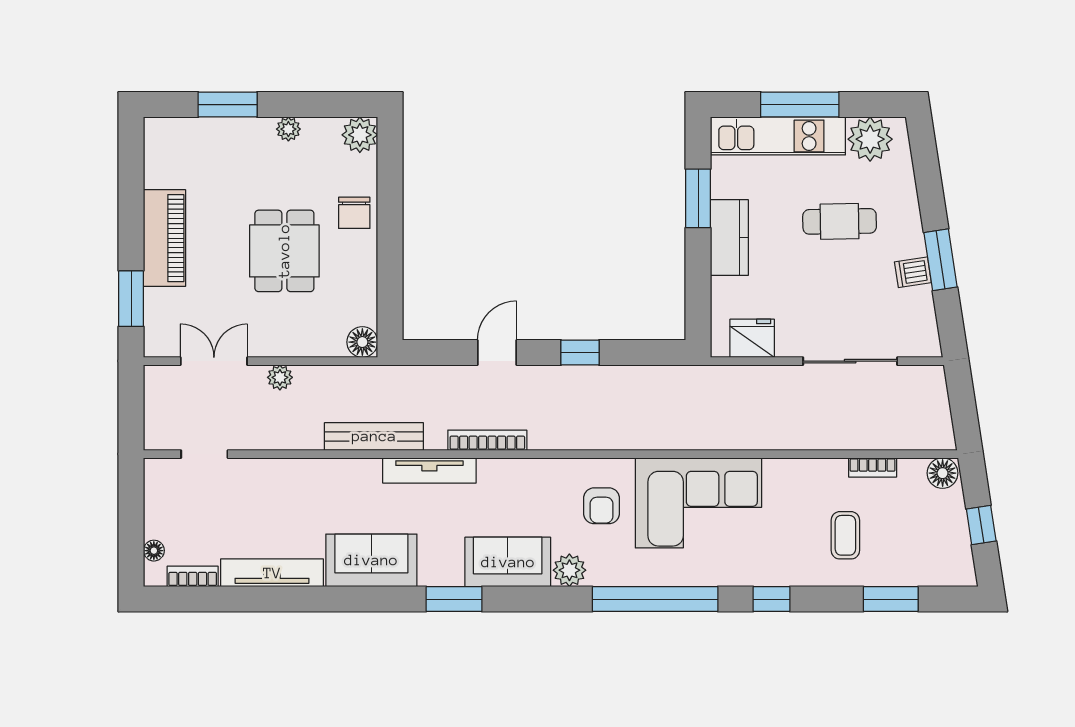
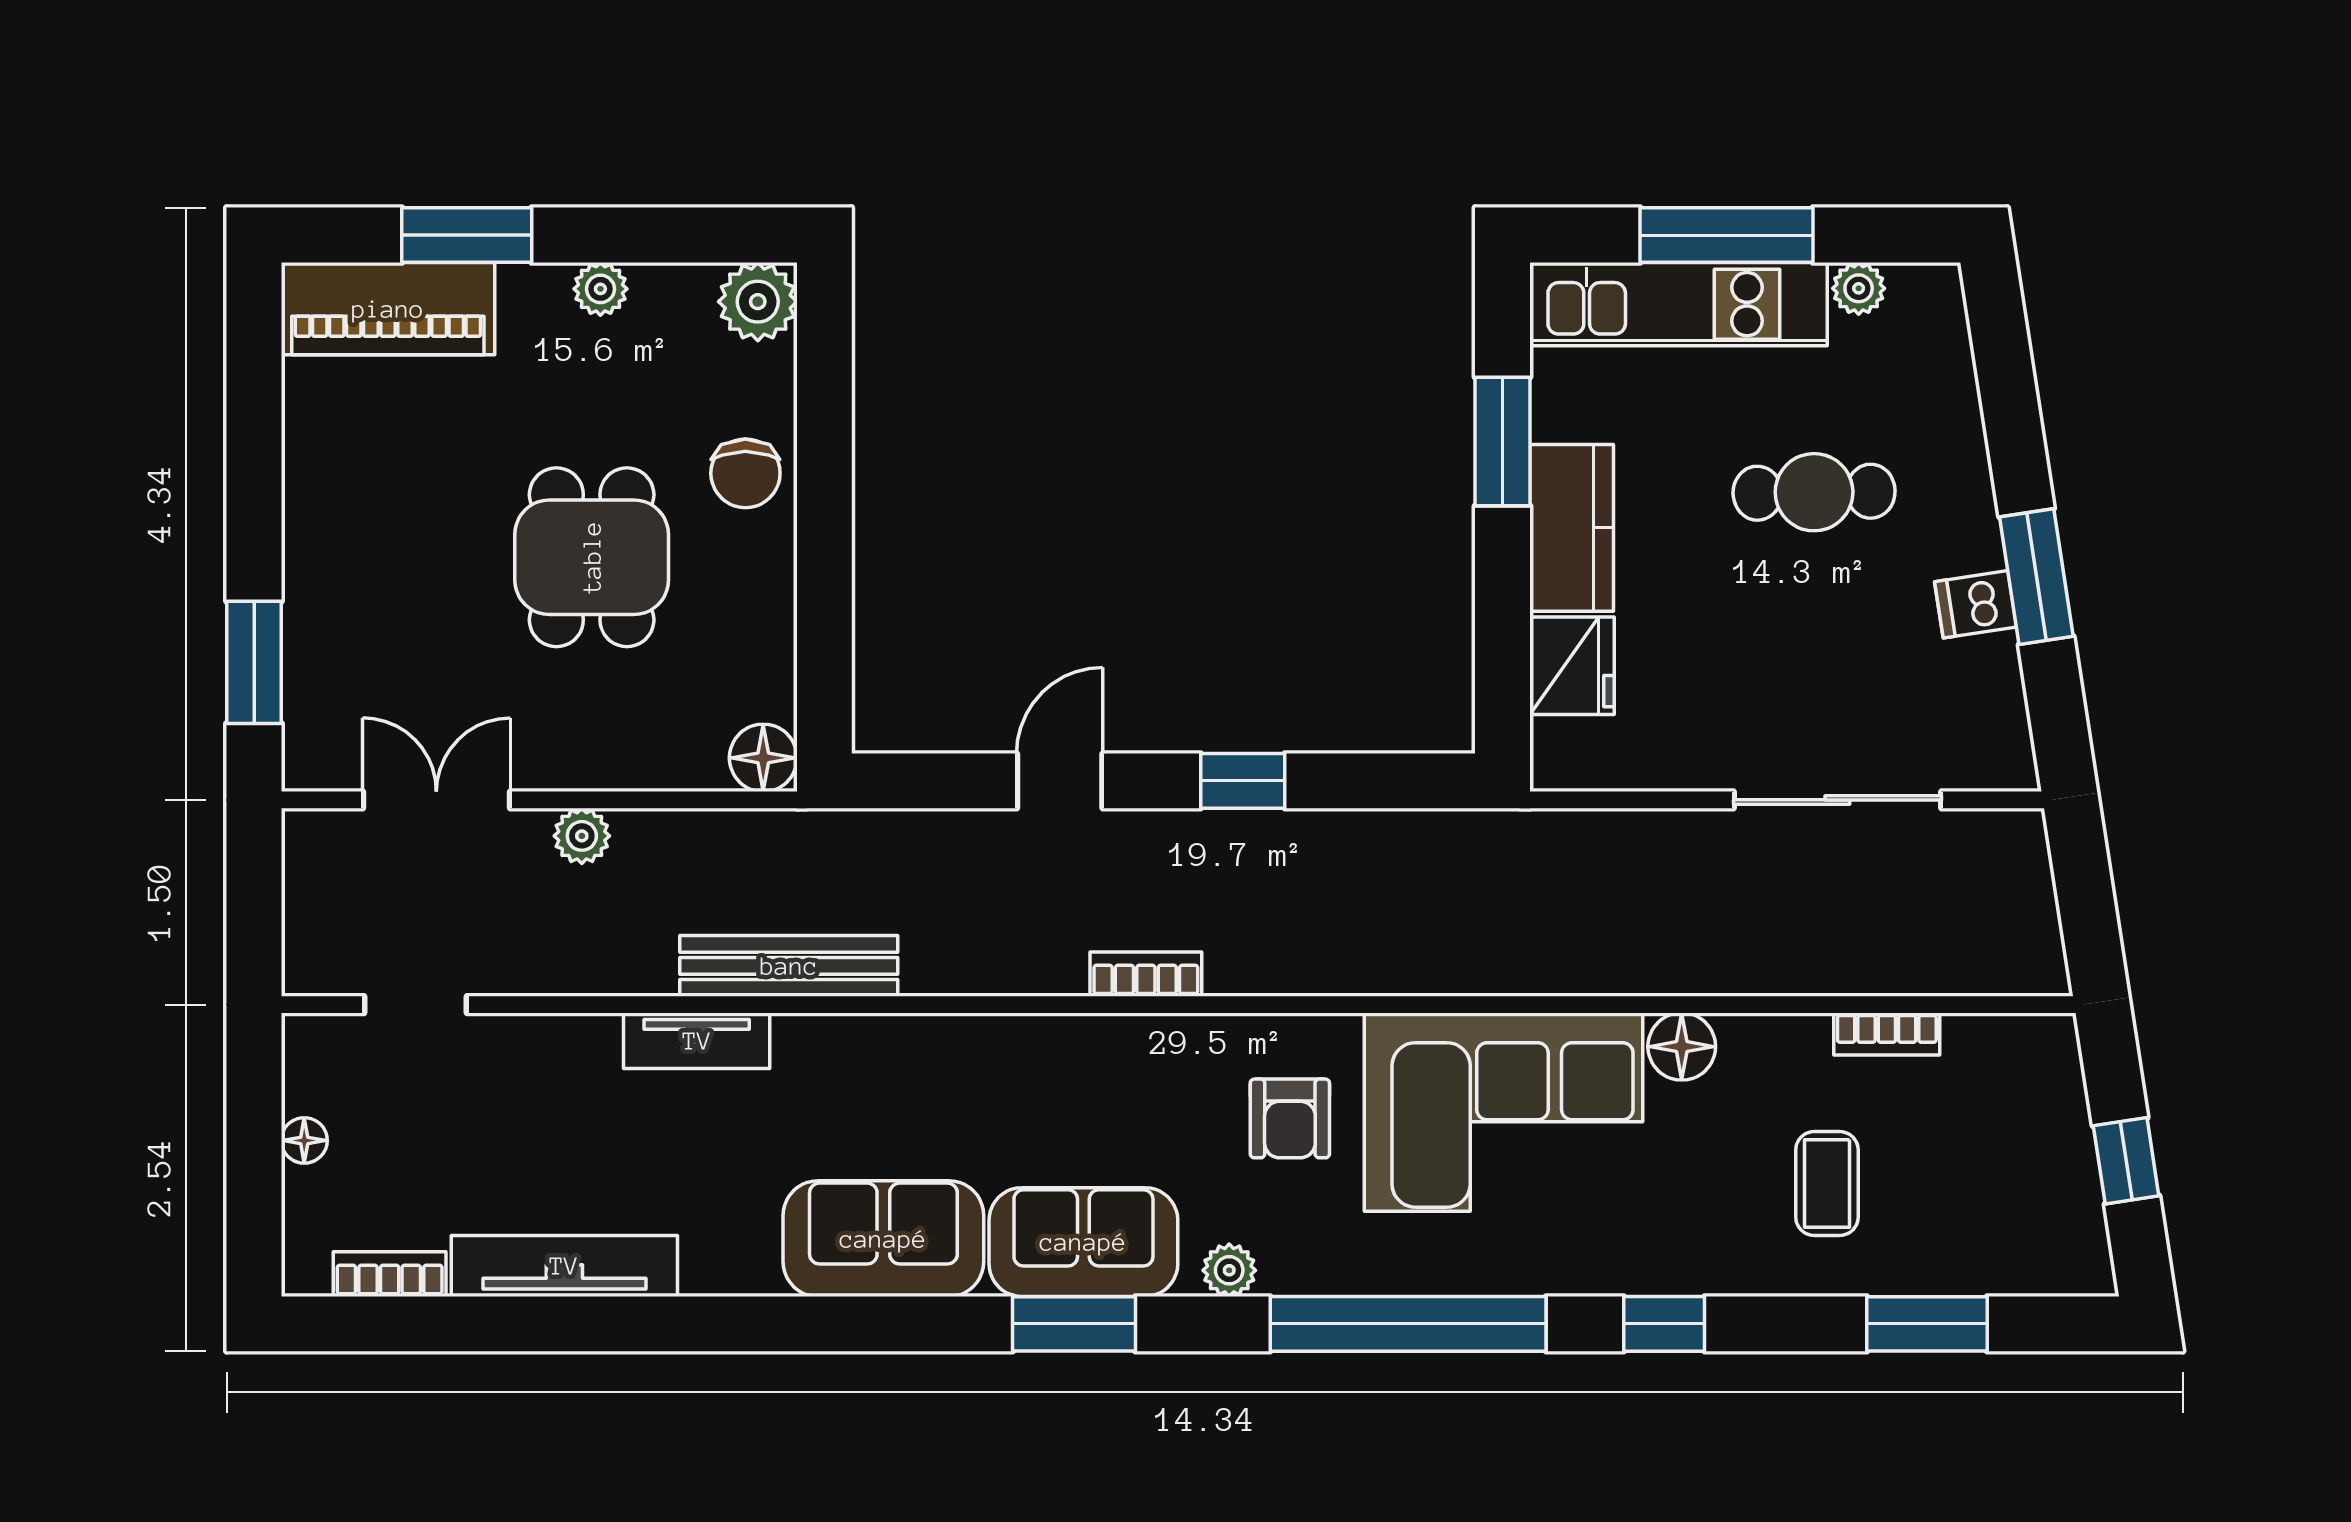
plant: (870, 139) -> (1859, 288), width x0.53, depth x0.53
piano: (165, 238) -> (388, 309), moved, turned 90
fridge: (752, 338) -> (1572, 666), moved, turned 90
bookcase: (487, 440) -> (1146, 974), moved, width x0.64
tv unit: (429, 470) -> (697, 1041), moved, width x0.71
floor lamp: (943, 473) -> (1682, 1047), moved
floor lamp: (154, 551) -> (304, 1140), moved
sofa: (371, 560) -> (883, 1239), moved
plant: (569, 570) -> (1229, 1270), width x0.73, depth x0.73
window: (454, 599) -> (1074, 1324), moved

